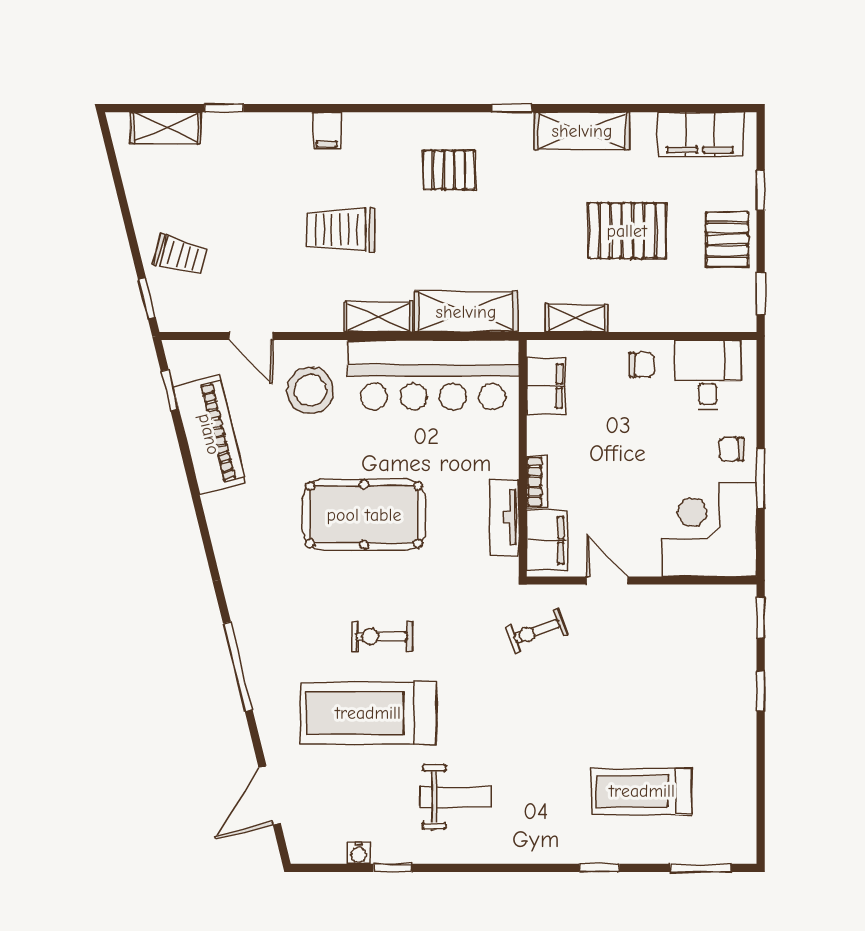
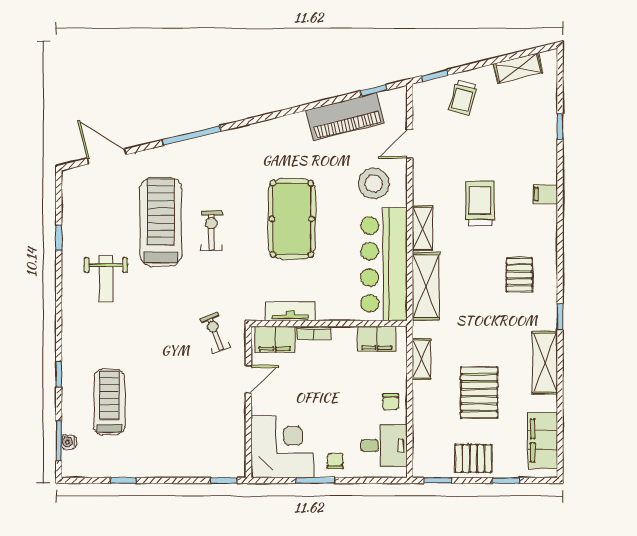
shelving: (166, 128) -> (518, 68), moved, turned 76
window: (761, 691) -> (123, 480), moved
water cooler: (359, 853) -> (69, 442), moved

